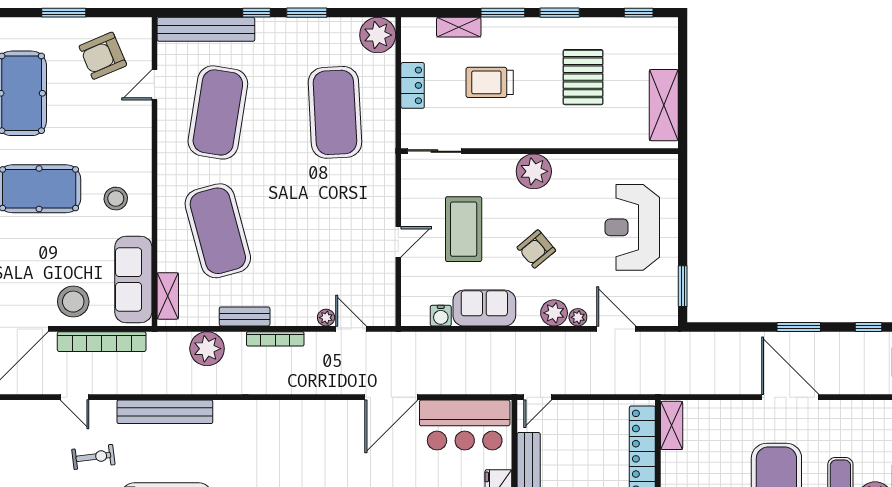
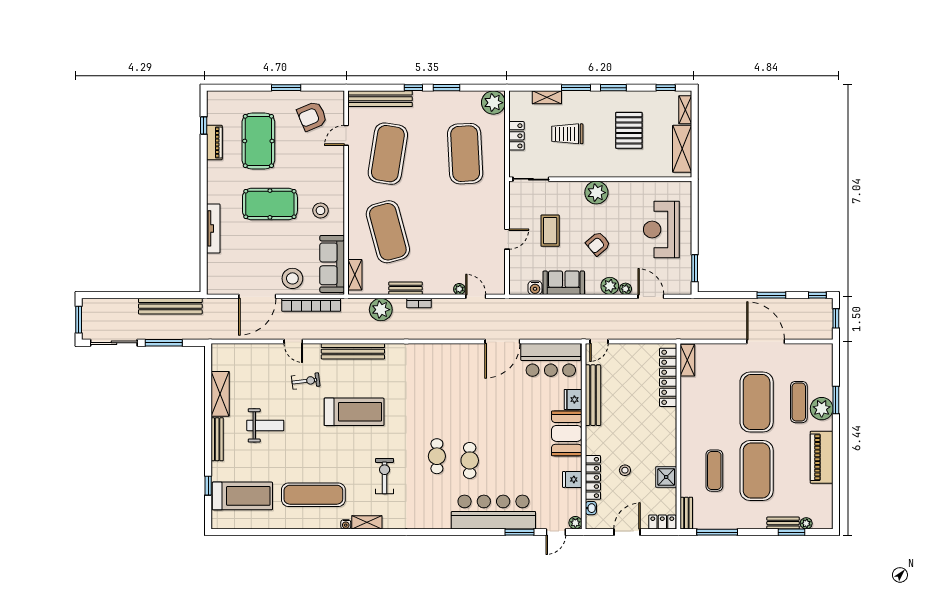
shelving: (668, 46) -> (685, 110), added
coffee table: (464, 229) -> (550, 231), width x0.73, depth x0.76
bookcase: (275, 339) -> (419, 303), width x0.64

